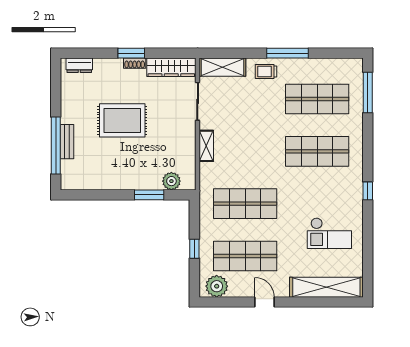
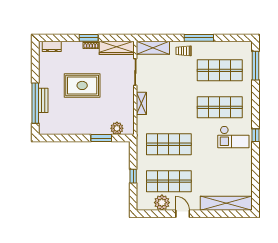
checkout: (329, 233) -> (233, 137), moved
plant: (217, 286) -> (162, 203), moved

